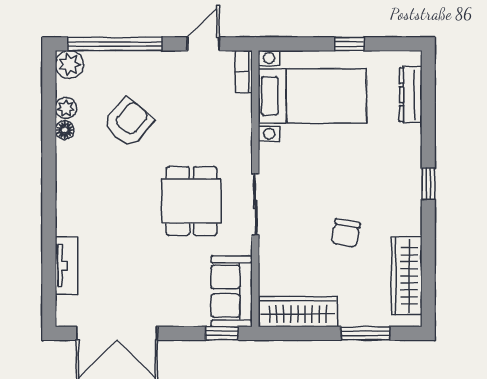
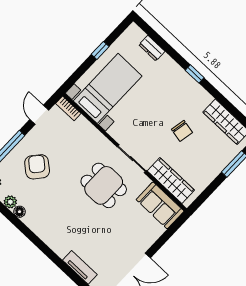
dresser: (411, 95) -> (152, 48), width x0.70
armchair: (128, 122) -> (37, 167), moved
wardrobe: (298, 312) -> (171, 181), moved, turned 90
window: (222, 333) -> (175, 227), removed

